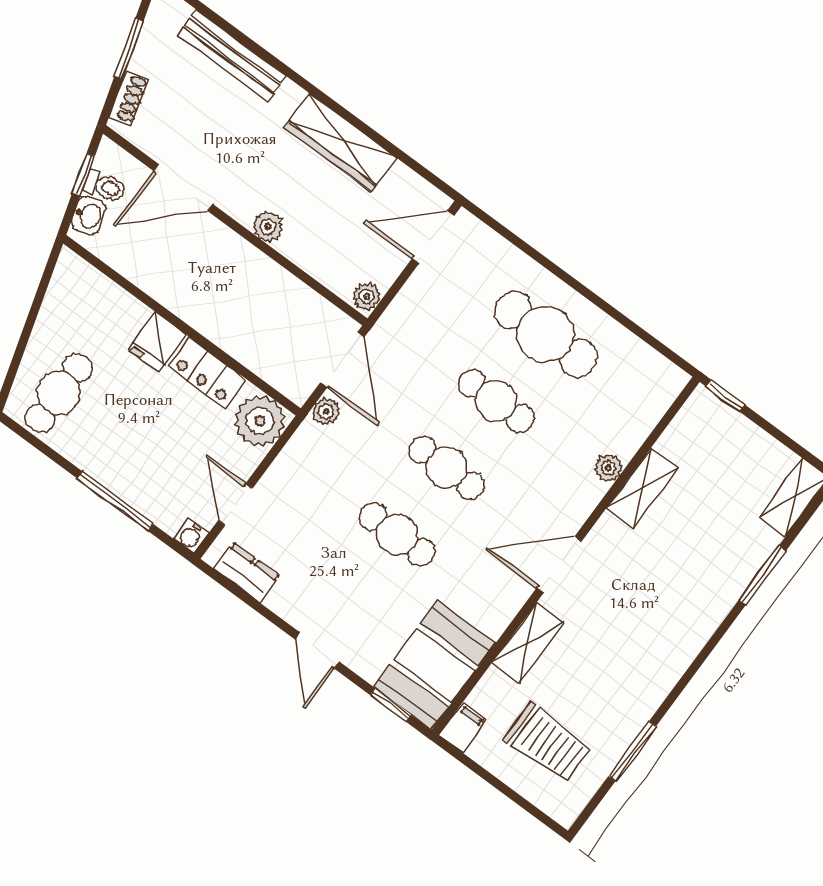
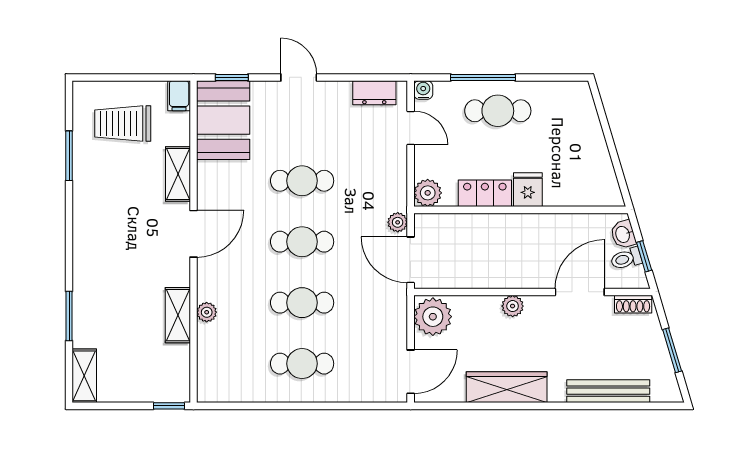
shoe rack: (129, 98) -> (633, 304), moved, turned -73
plant: (367, 296) -> (433, 317), width x1.88, depth x1.88
cafe table: (545, 334) -> (302, 364), width x0.73, depth x0.74
cafe table: (59, 393) -> (498, 111), moved, turned 90
plant: (260, 421) -> (428, 193), width x0.73, depth x0.73

